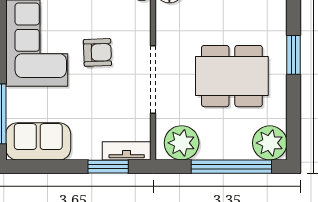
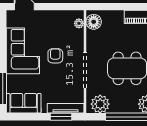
armchair: (97, 52) -> (55, 56), turned -88
tv unit: (127, 151) -> (66, 108), width x1.41

